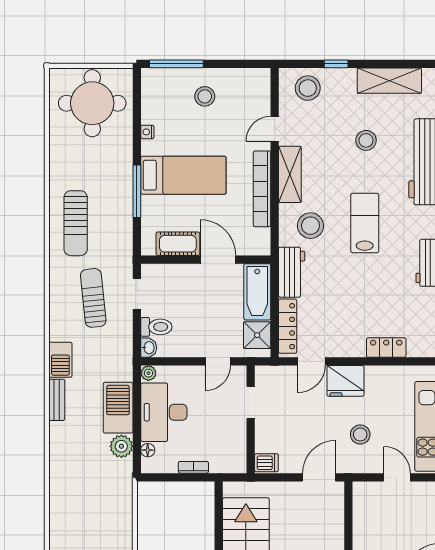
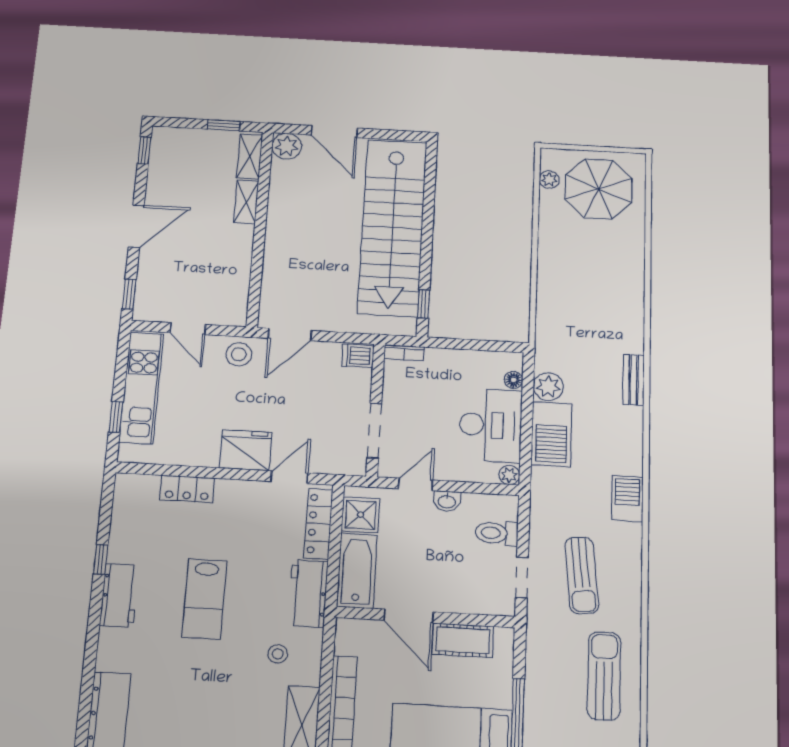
lab bench: (365, 223) -> (204, 599), moved
stool: (310, 226) -> (278, 654), width x0.53, depth x0.53
washbasin: (149, 348) -> (447, 501), moved, turned -90
bench: (57, 400) -> (634, 380), moved
doorway: (251, 402) -> (374, 431), width x1.38
stool: (360, 434) -> (239, 354), moved
bookcase: (193, 467) -> (404, 353), moved
window: (219, 509) -> (424, 304), added

